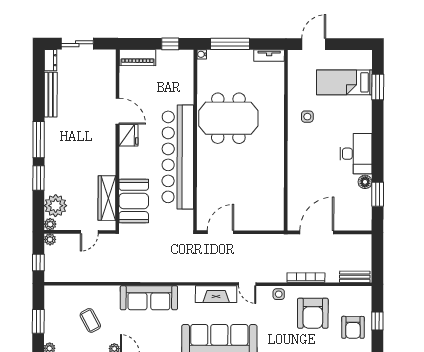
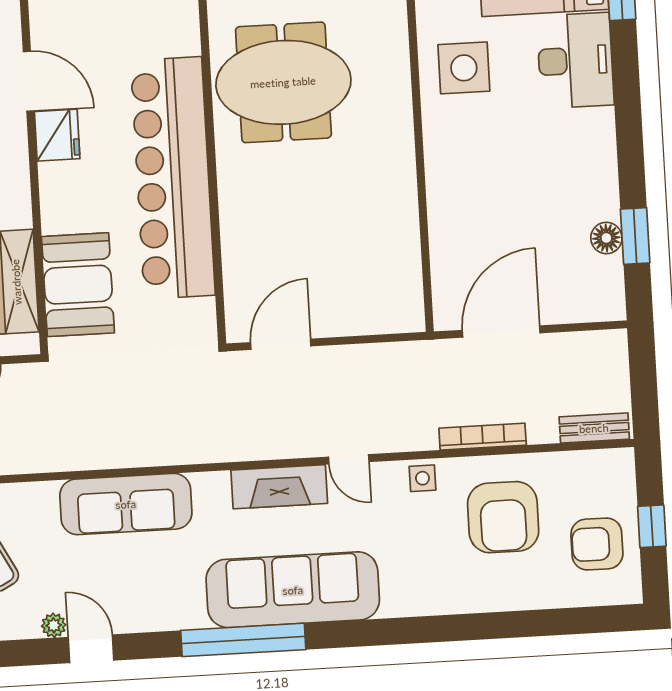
side table: (307, 117) -> (464, 68), width x1.87, depth x1.87
desk: (356, 154) -> (575, 60), moved
floor lamp: (365, 182) -> (606, 238), moved
armchair: (353, 327) -> (597, 544), turned 90

